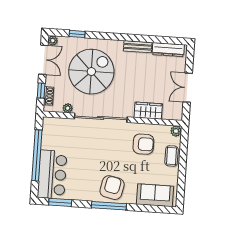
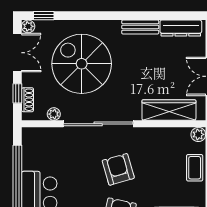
window: (77, 34) -> (44, 16), moved
spiral stairs: (91, 72) -> (82, 64), turned -90
wardrobe: (148, 111) -> (169, 110), width x1.50
armchair: (143, 144) -> (118, 169), moved, turned -106

